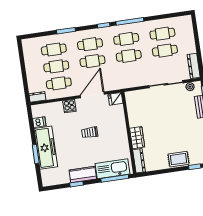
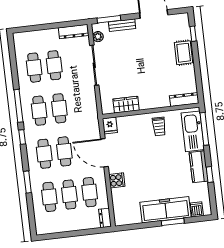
dishwasher: (39, 122) -> (197, 209), moved
trolley: (90, 132) -> (159, 126), moved
wardrobe: (137, 138) -> (126, 105), moved

